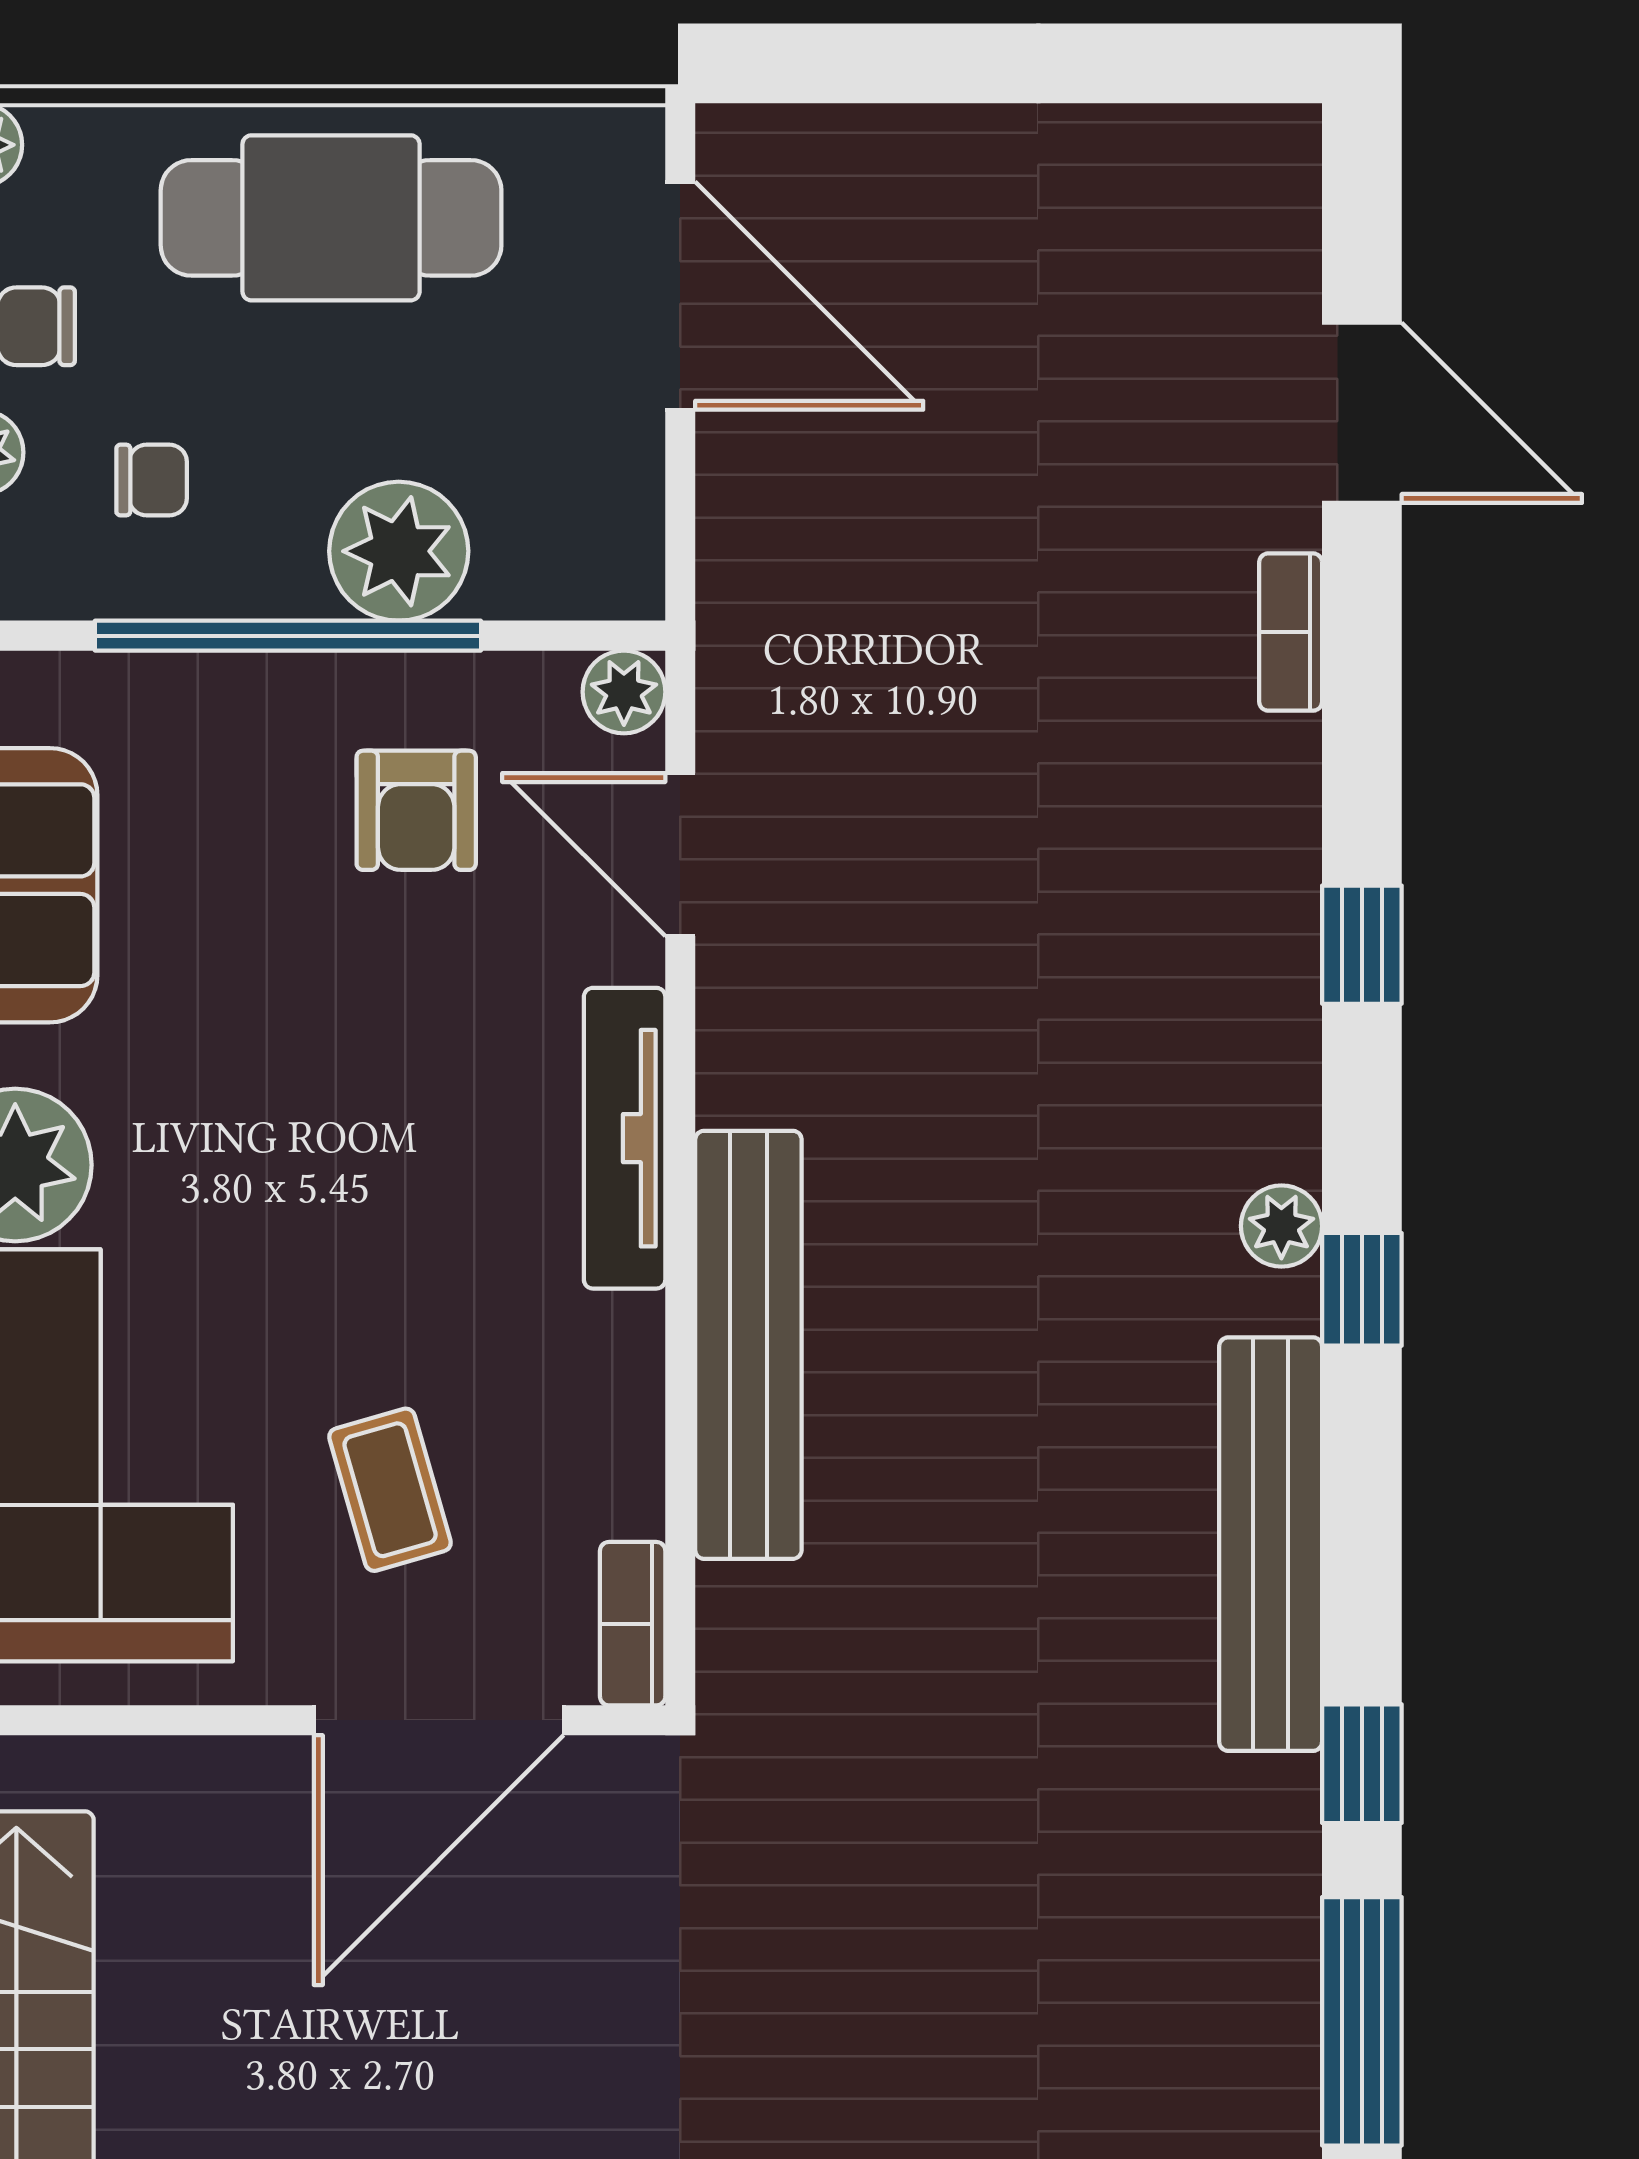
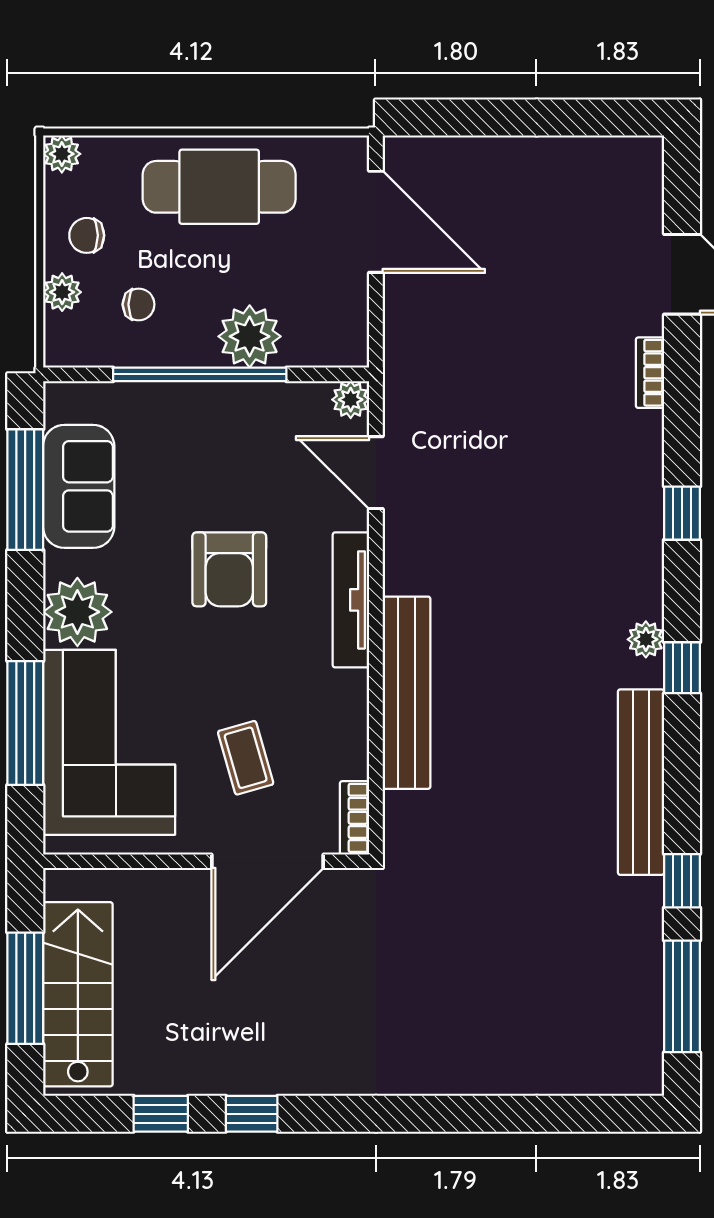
armchair: (416, 810) -> (229, 569), moved, width x1.38, depth x1.38

